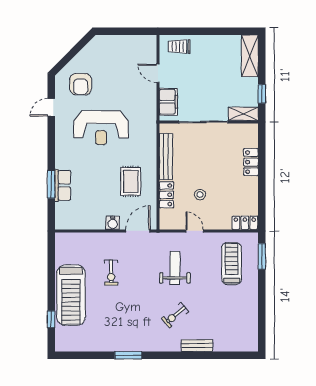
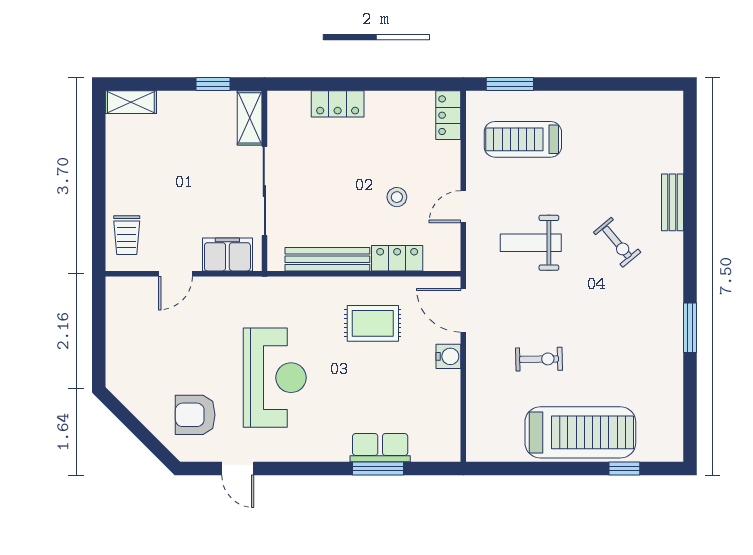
shelving: (250, 56) -> (131, 102), width x0.67, depth x0.75
armchair: (81, 84) -> (195, 415), turned 180

